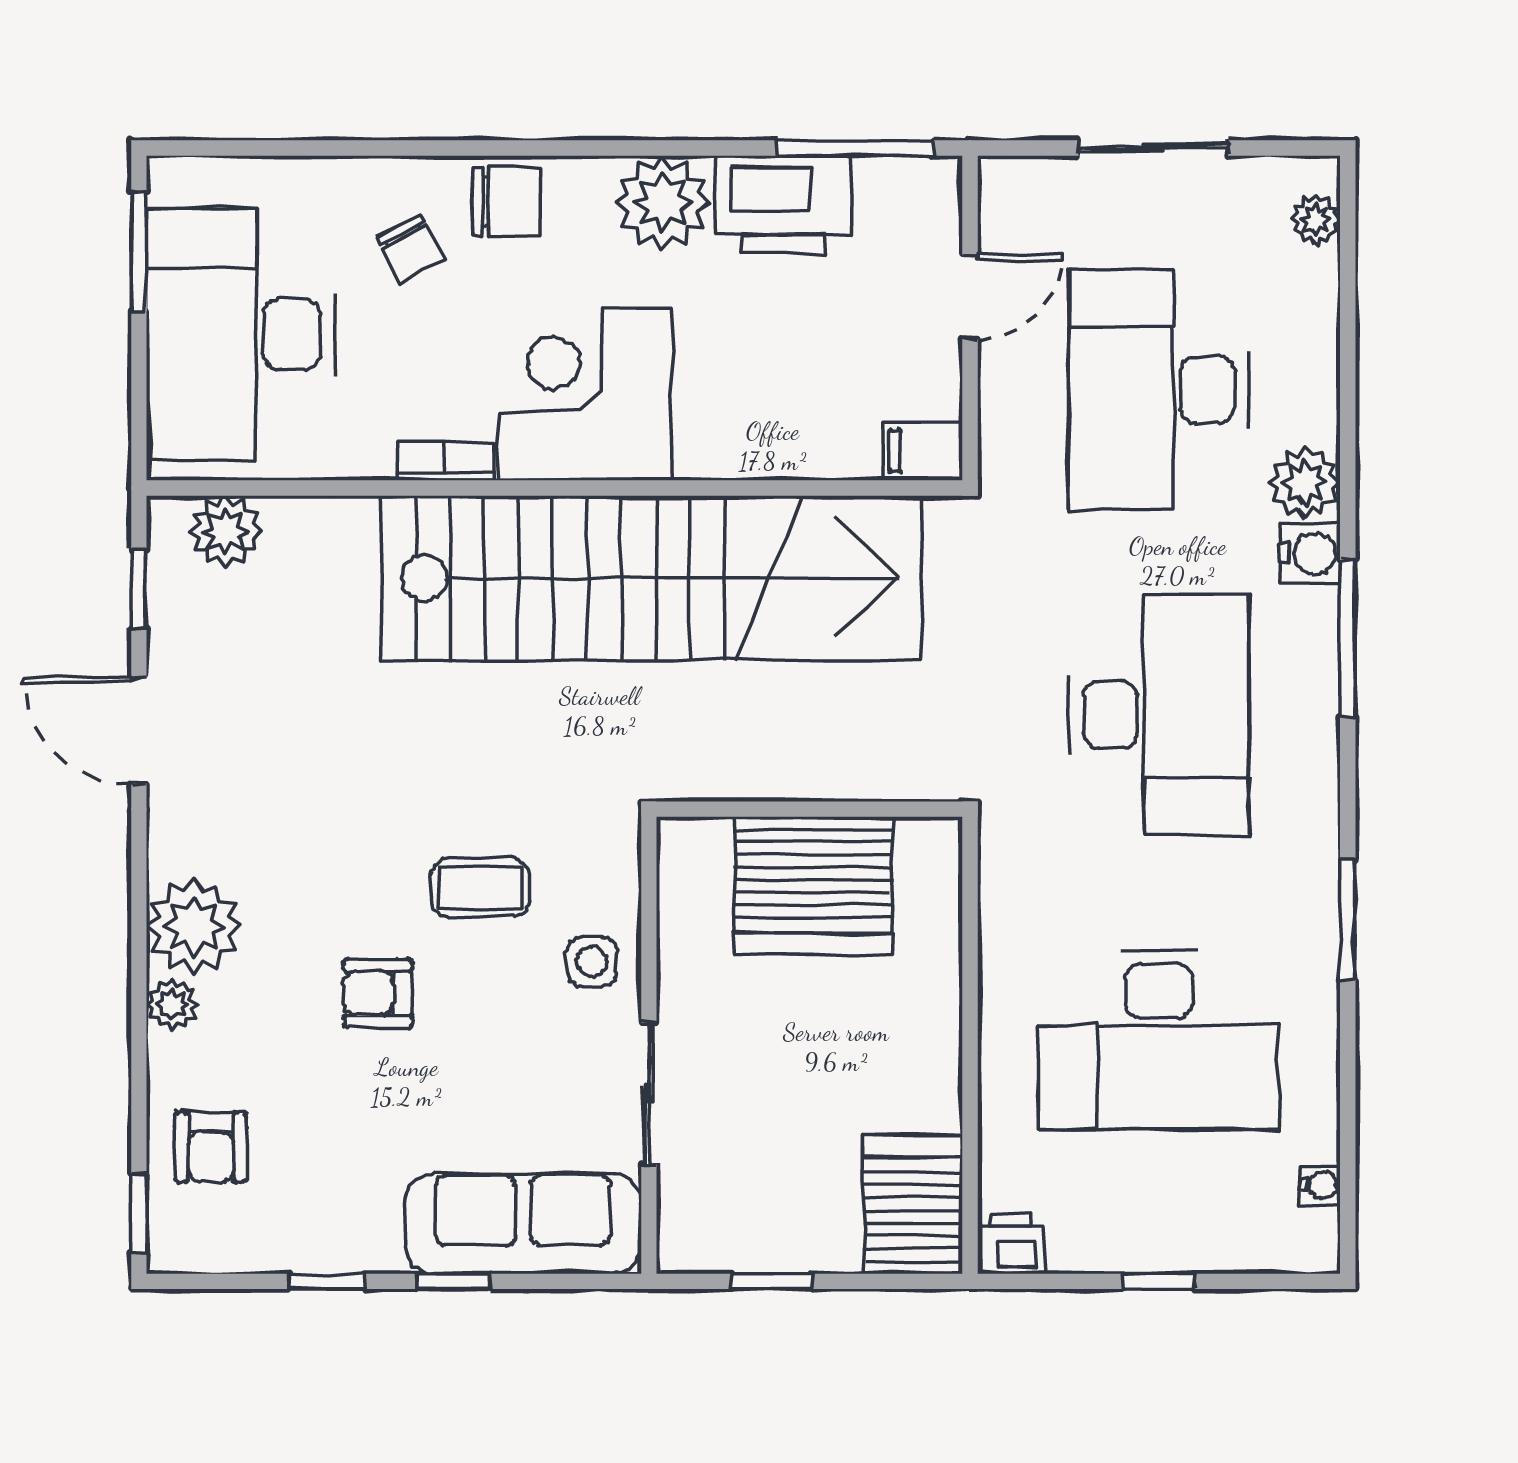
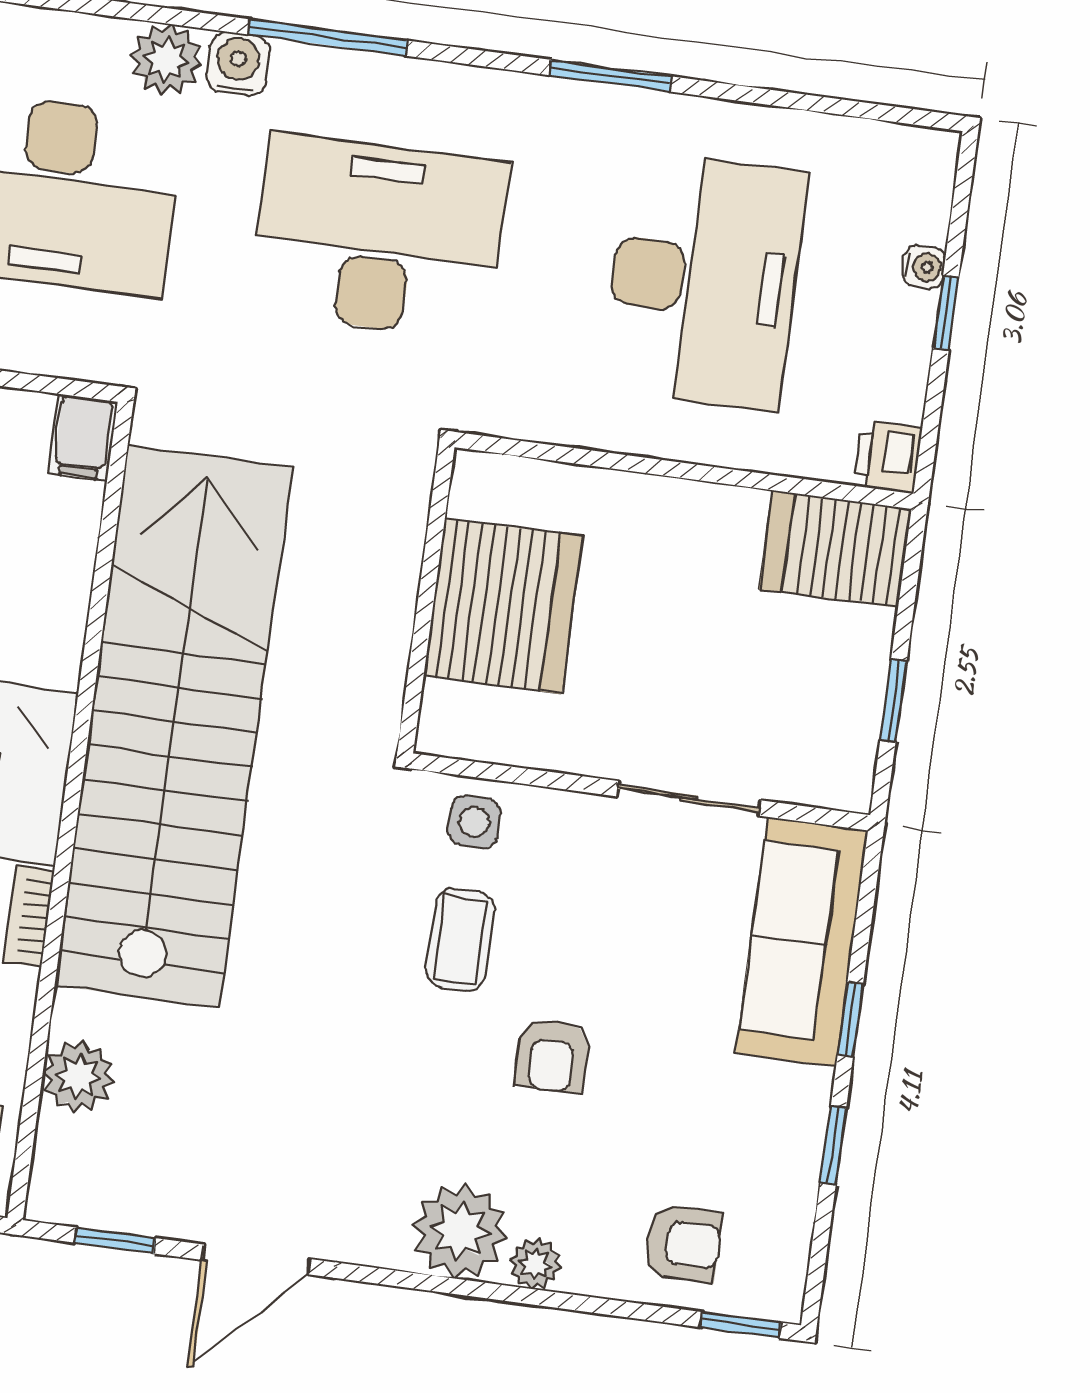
plant: (226, 531) -> (78, 1077), moved
side table: (592, 962) -> (474, 822), moved
water cooler: (1320, 1185) -> (924, 267), moved, turned 90

